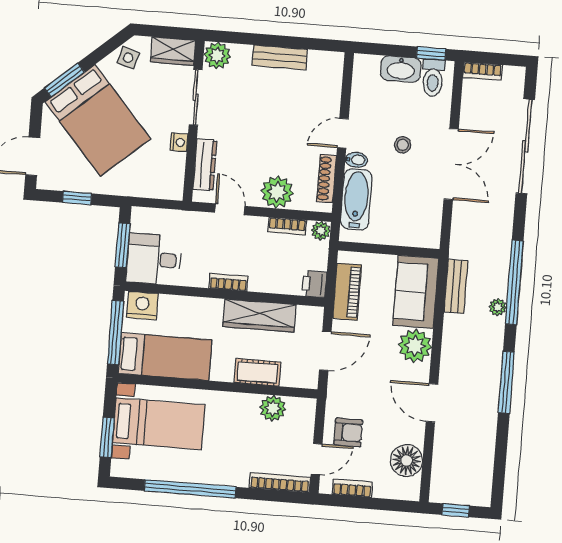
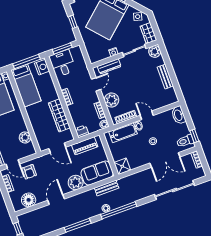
washbasin: (401, 69) -> (178, 115), moved
double door: (451, 164) -> (165, 160), moved
shower: (426, 233) -> (122, 166), added
cot: (257, 372) -> (36, 125), removed

